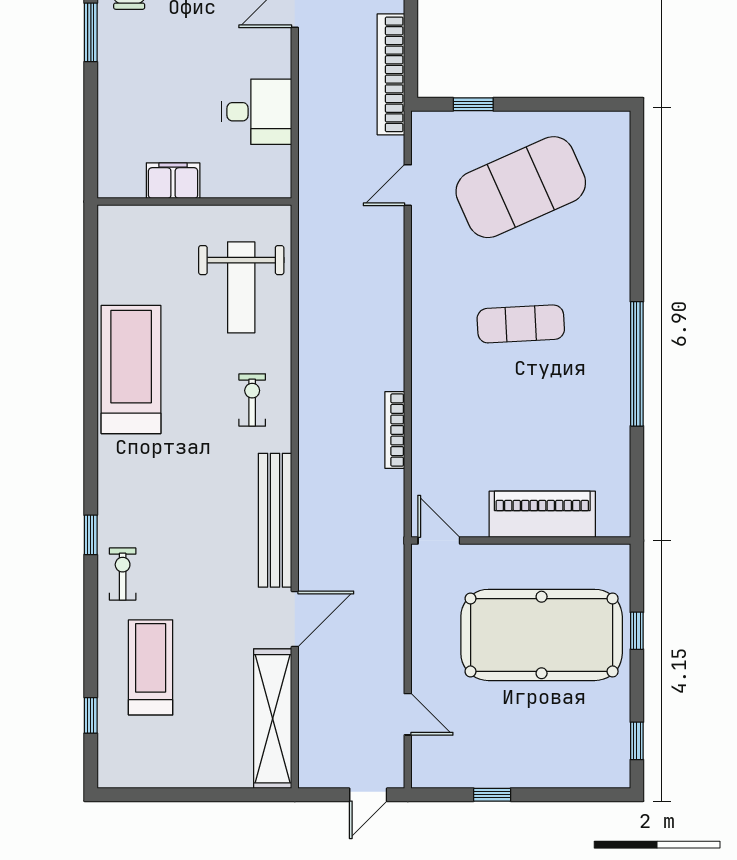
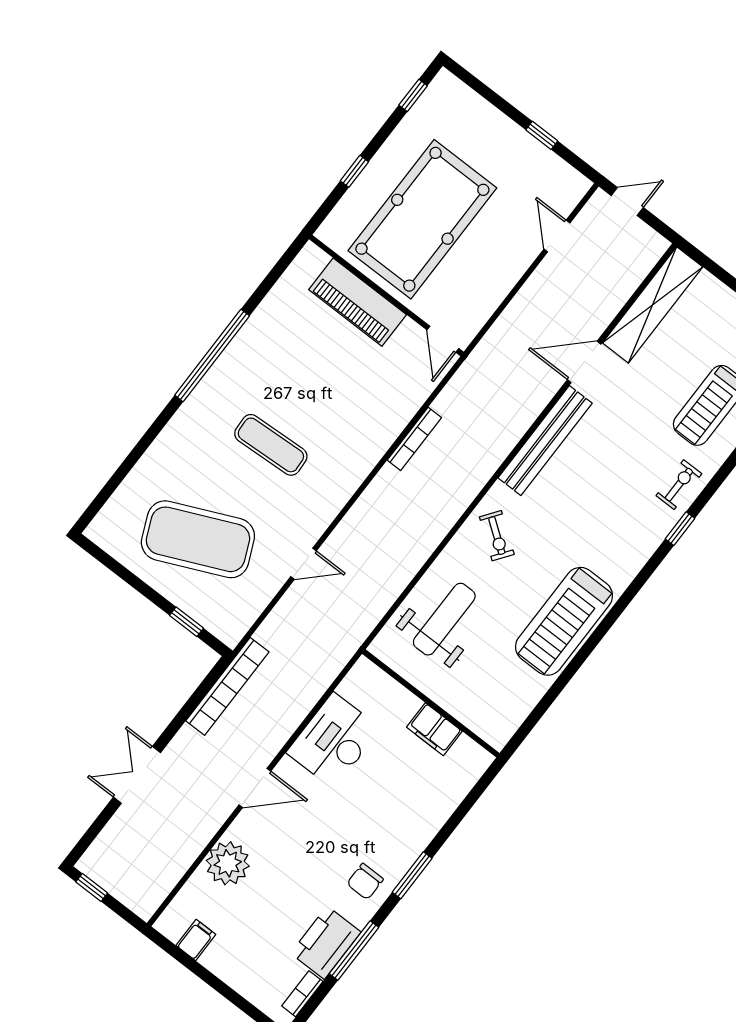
desk: (256, 112) -> (334, 741), width x1.37
door: (408, 185) -> (304, 564), moved
exercise bike: (252, 400) -> (497, 536), turned -54
exercise bike: (123, 574) -> (679, 485), turned 180
pool table: (542, 635) -> (422, 219), turned 90

